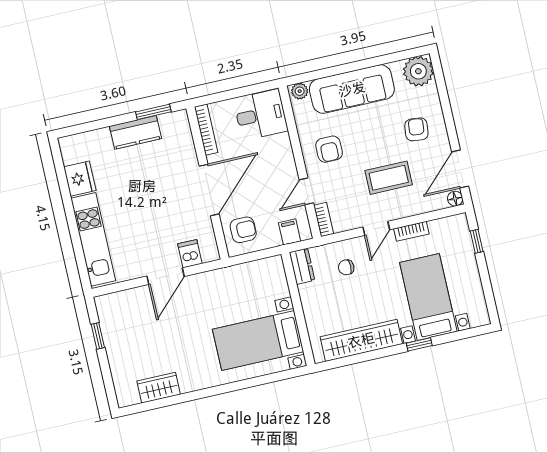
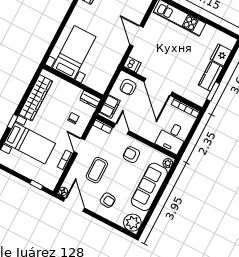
fridge: (80, 179) -> (221, 55), moved, turned 90
filing cabinet: (290, 232) -> (110, 107), width x2.00
dishwasher: (190, 254) -> (132, 65), moved

